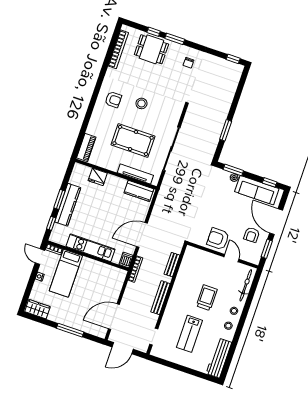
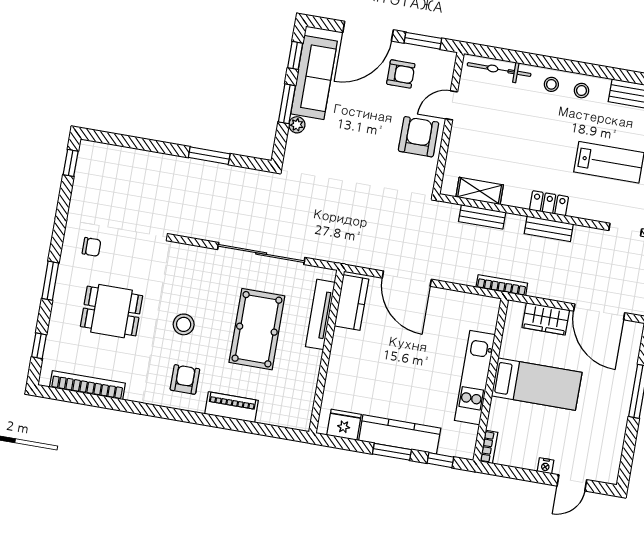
window: (154, 32) -> (39, 346), moved
dining table: (151, 49) -> (111, 311), moved, turned 90
piano: (86, 148) -> (231, 407), moved
window: (233, 170) -> (287, 104), moved
fridge: (98, 177) -> (344, 425), moved, turned -90
door: (142, 235) -> (407, 279), moved
armchair: (218, 239) -> (419, 137), turned 180
door: (40, 257) -> (572, 483), moved
dishwasher: (126, 260) -> (487, 306), removed
shelving: (185, 265) -> (480, 191), added
bed: (66, 273) -> (537, 384), moved
bench: (160, 298) -> (549, 229), width x0.73
trolley: (207, 298) -> (535, 140), removed
locker: (173, 300) -> (549, 203), added
wardrobe: (37, 309) -> (546, 319), moved, turned -90

